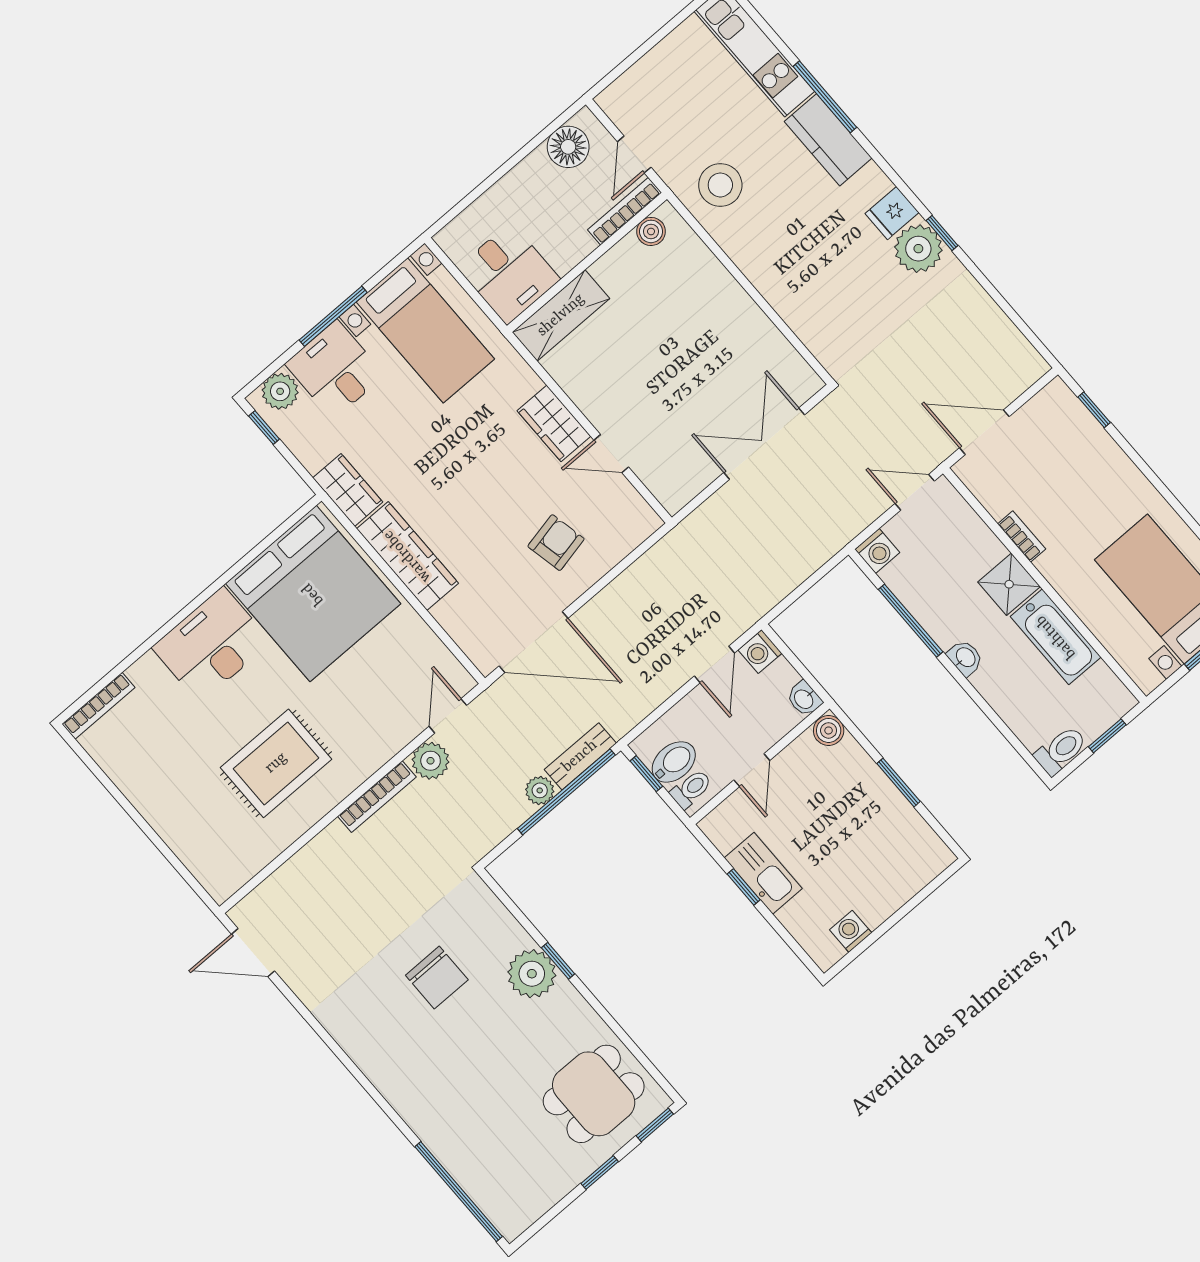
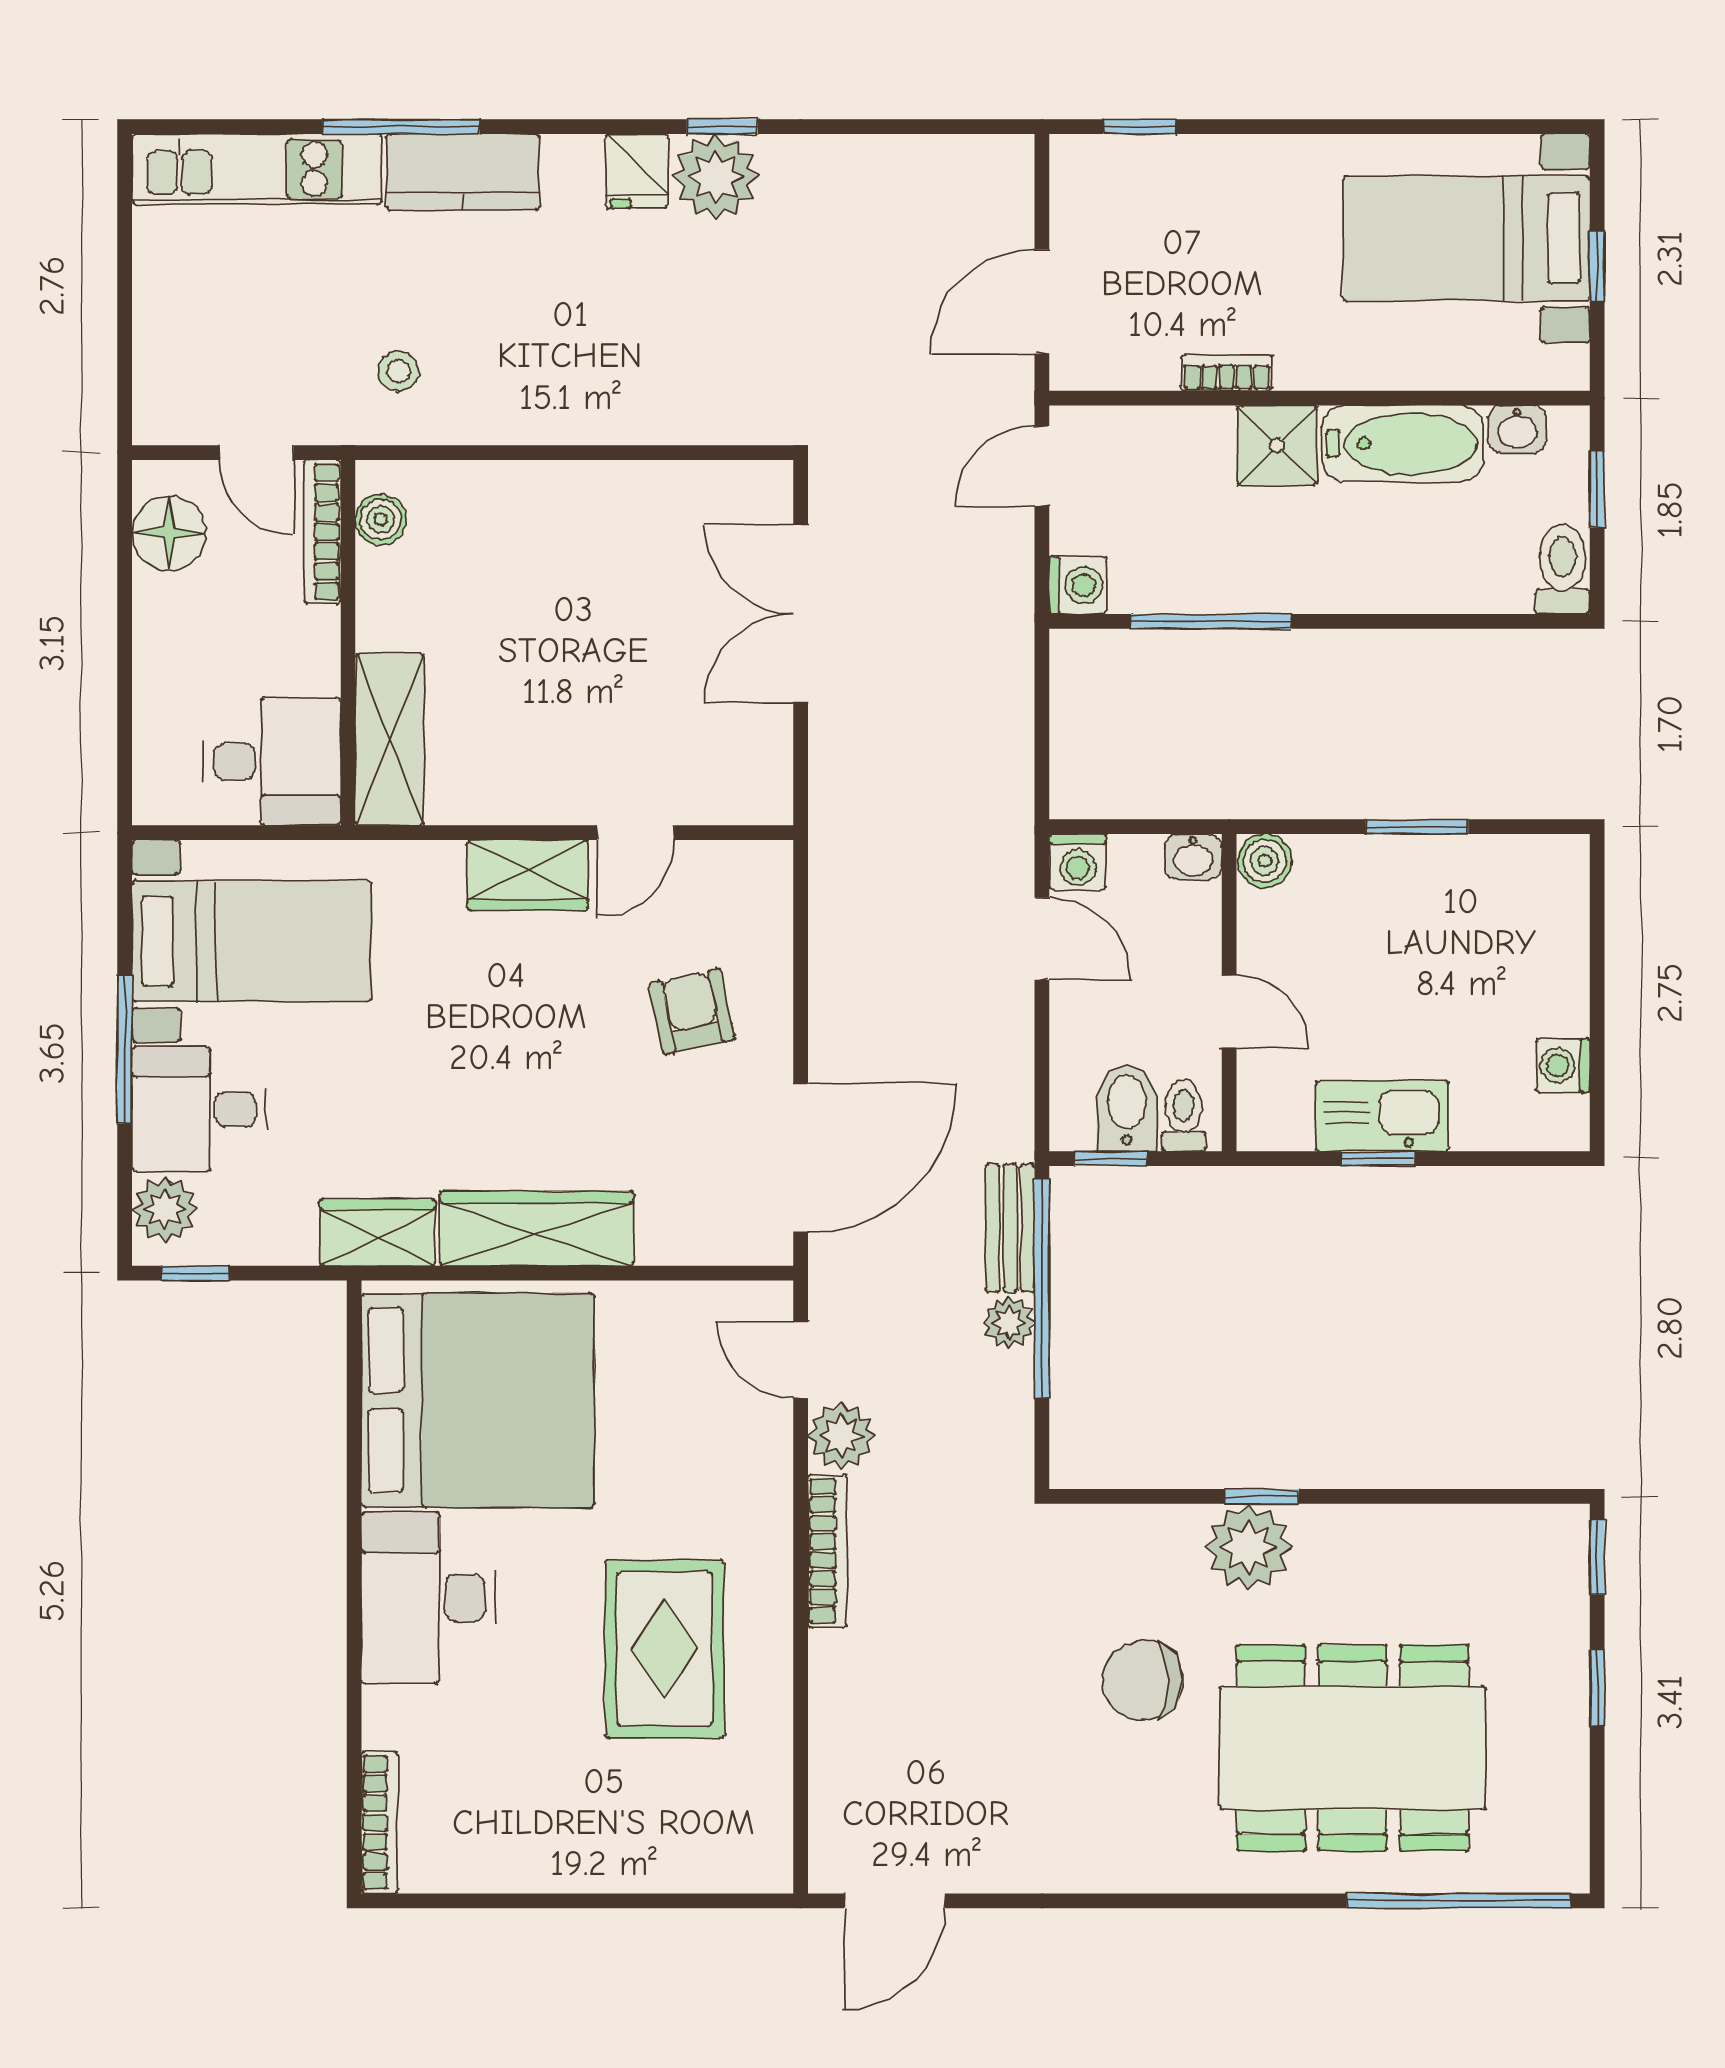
stool: (720, 185) -> (399, 371), width x0.53, depth x0.53
washbasin: (965, 658) -> (1517, 429), moved, turned 180
chair: (437, 977) -> (1143, 1680), turned 180
dining table: (594, 1094) -> (1352, 1748), moved, width x1.88, depth x1.24

